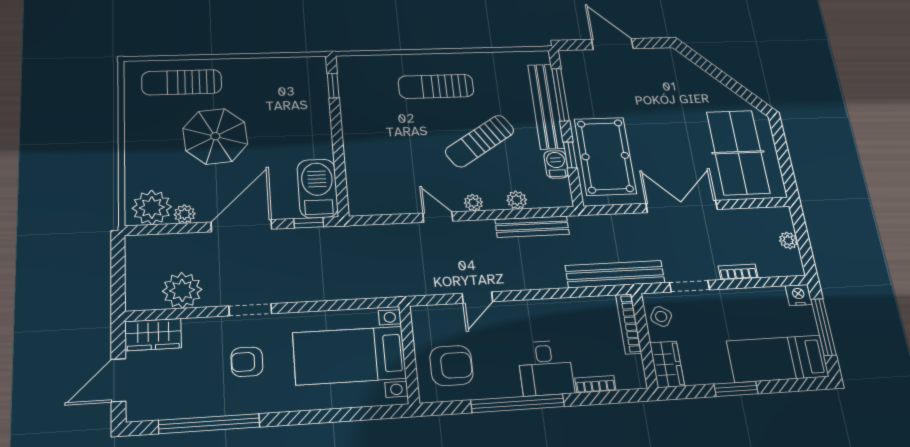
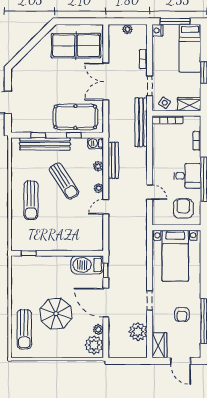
window: (560, 95) -> (38, 135), width x0.46
barbecue: (556, 164) -> (95, 143), moved
armchair: (247, 362) -> (182, 315), moved
desk: (546, 368) -> (187, 176), moved

